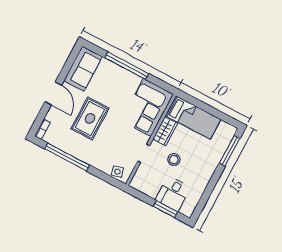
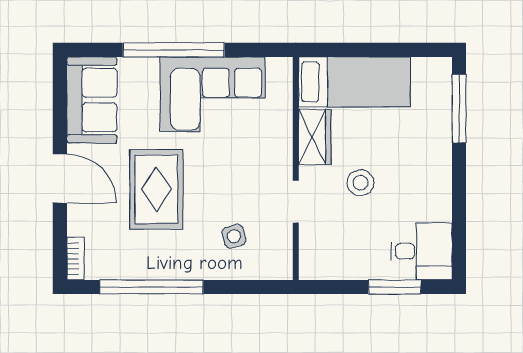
corner sofa: (147, 107) -> (213, 94), moved, turned -90
side table: (117, 172) -> (234, 236), moved
desk: (173, 194) -> (422, 251), moved, turned -90

